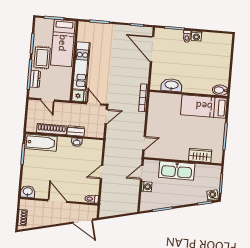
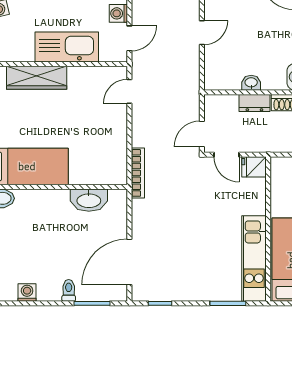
washing machine: (196, 36) -> (27, 292), moved
door: (152, 49) -> (129, 262), swing flipped
kitchen unit: (82, 66) -> (254, 259), moved
wardrobe: (200, 155) -> (37, 78), width x1.50

